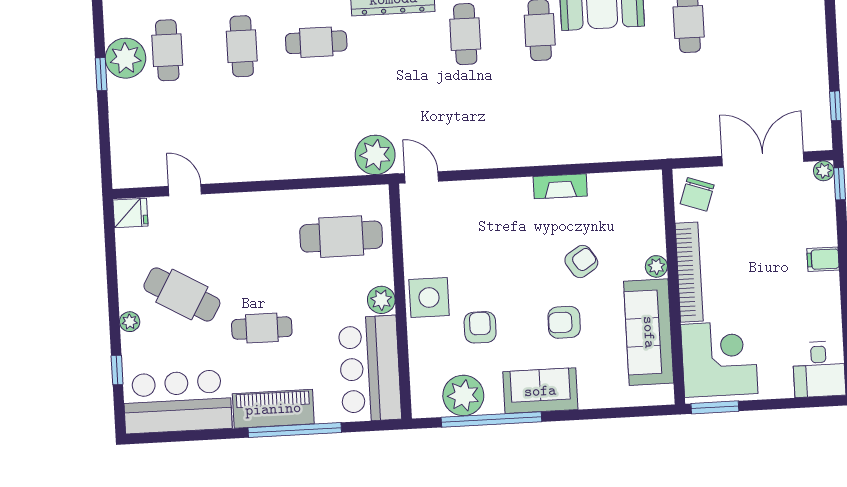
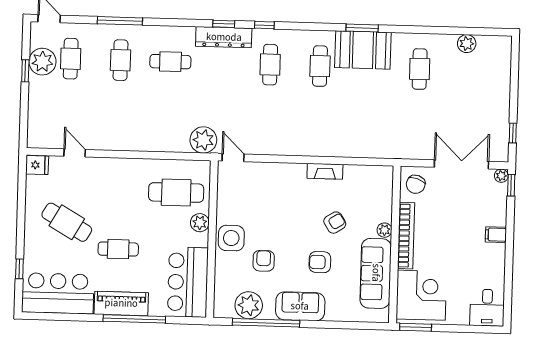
plant: (381, 300) -> (200, 223), moved
plant: (130, 322) -> (30, 237), removed

